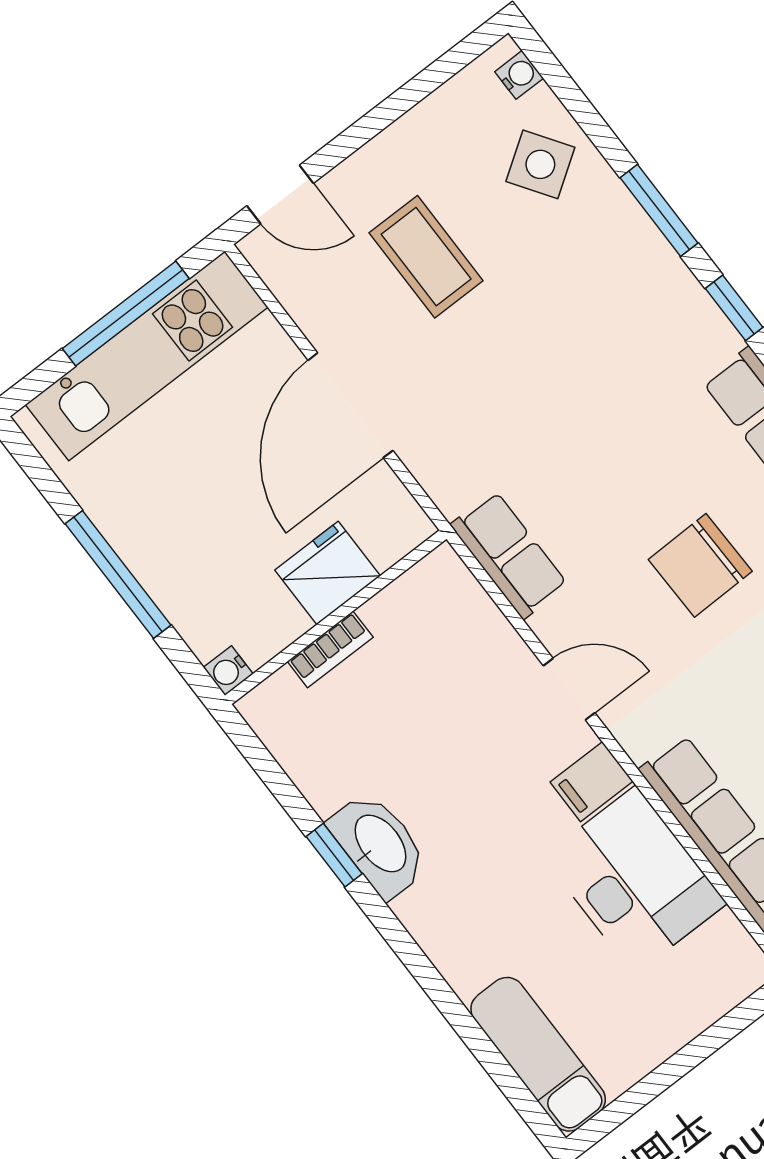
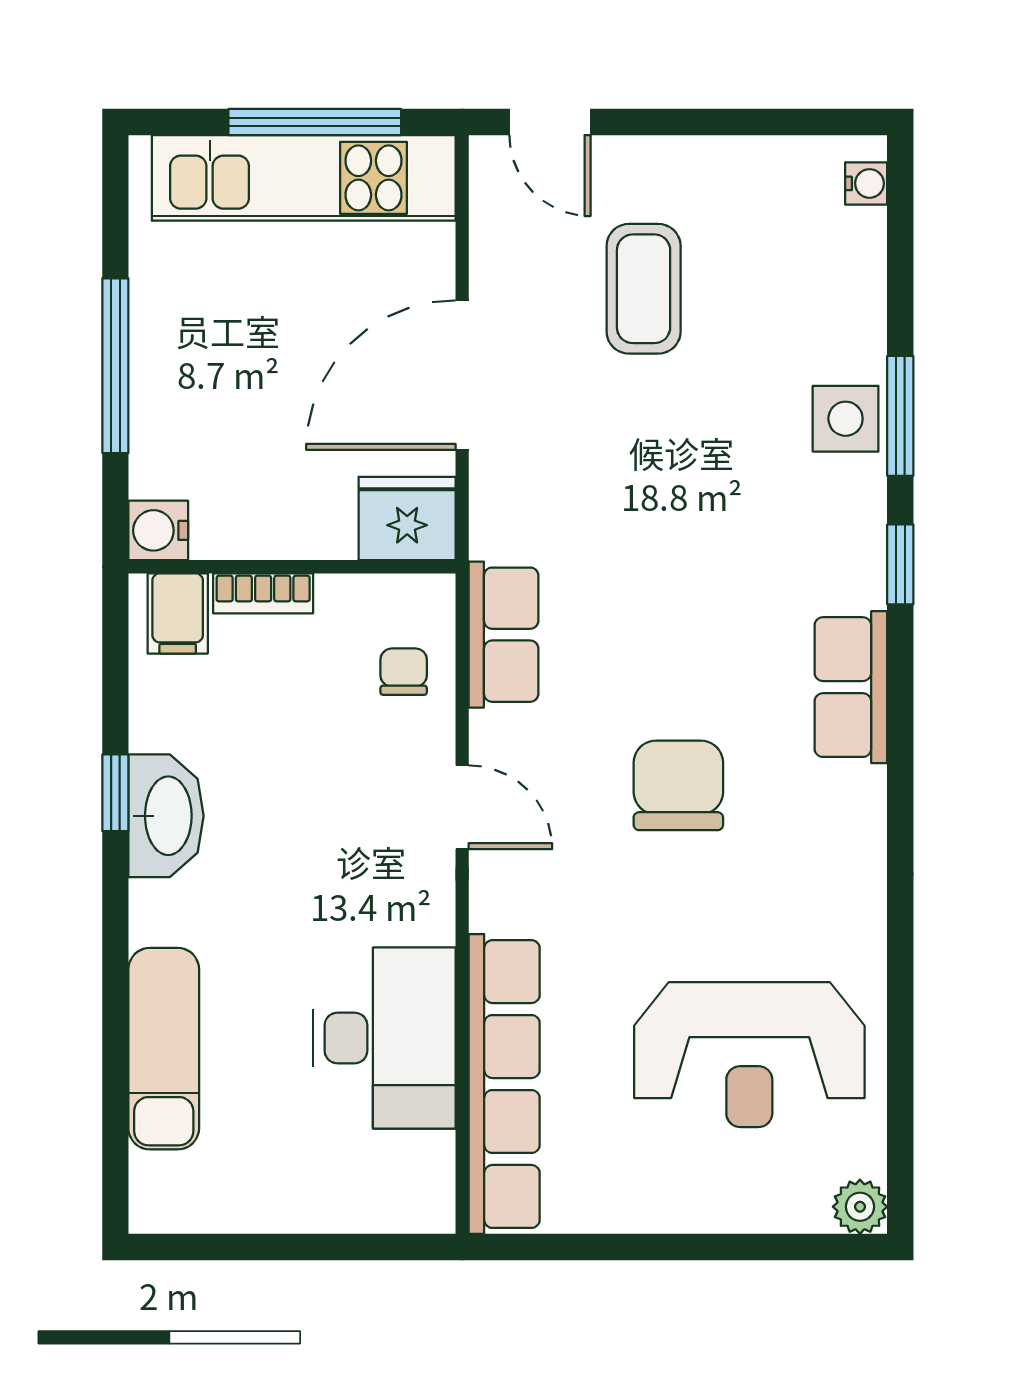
side table: (540, 164) -> (846, 419), moved, turned 34
chair: (700, 565) -> (678, 785), turned 91
fridge: (328, 573) -> (407, 518), moved
chair: (462, 630) -> (404, 672), added
water cooler: (228, 671) -> (158, 530), width x1.38, depth x1.38
filing cabinet: (592, 782) -> (178, 613), moved, turned -90
exam couch: (538, 1054) -> (164, 1049), moved

